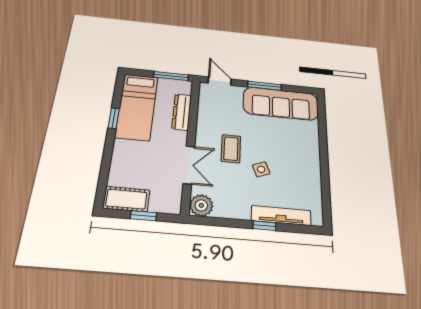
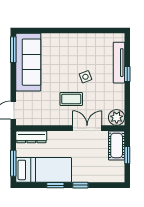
window: (171, 76) -> (13, 163), moved
window: (264, 86) -> (13, 50), moved
dresser: (182, 112) -> (31, 137), moved
window: (108, 149) -> (80, 185), added
cot: (126, 199) -> (117, 145), moved

